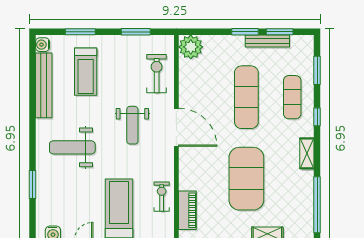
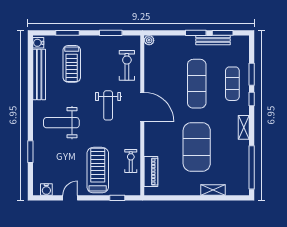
plant: (191, 47) -> (149, 40), width x0.53, depth x0.53
window: (317, 70) -> (252, 74), moved

